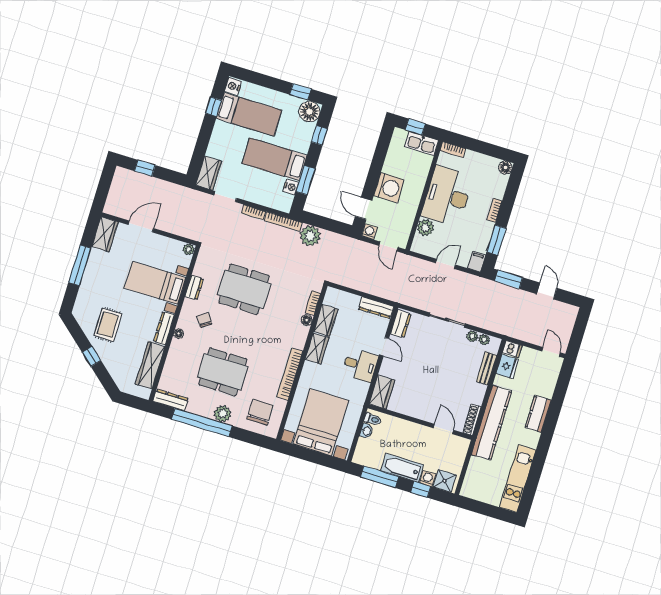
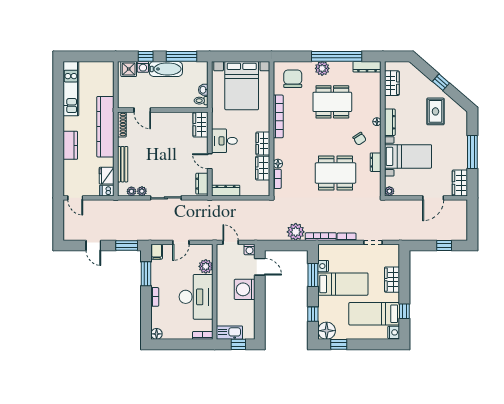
wardrobe: (209, 173) -> (392, 280), moved
wardrobe: (150, 365) -> (392, 83), width x0.67
bench: (487, 368) -> (123, 164), width x1.36
chair: (260, 412) -> (293, 79), turned 180

